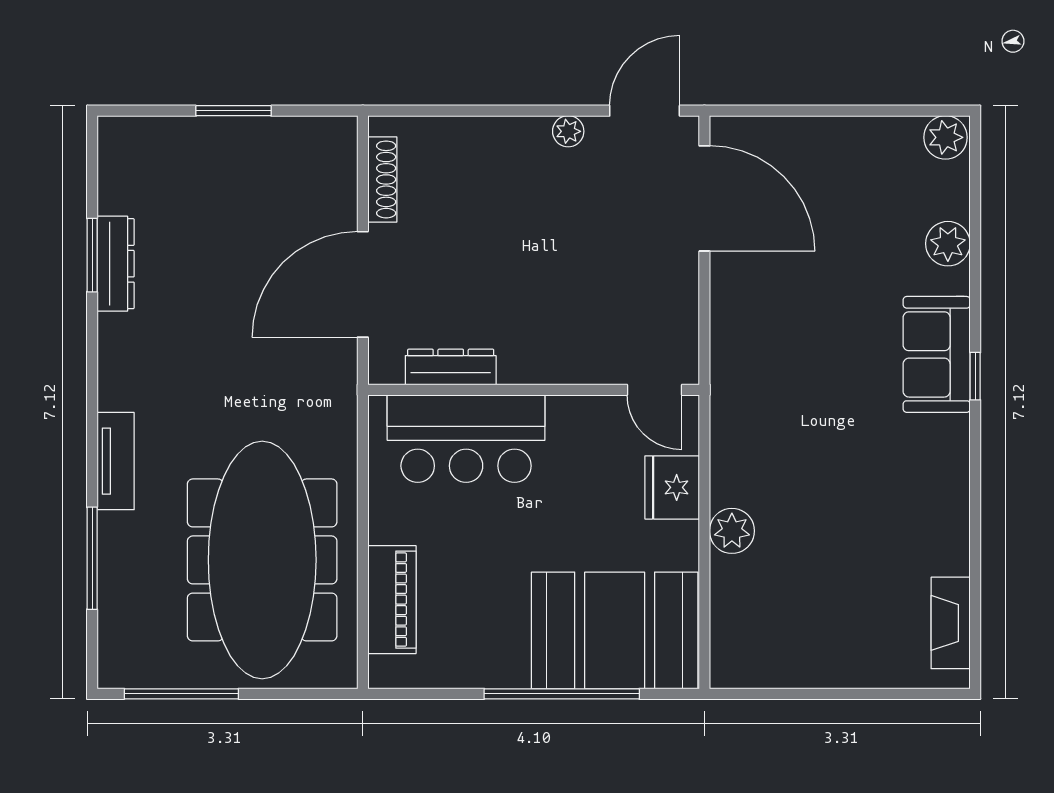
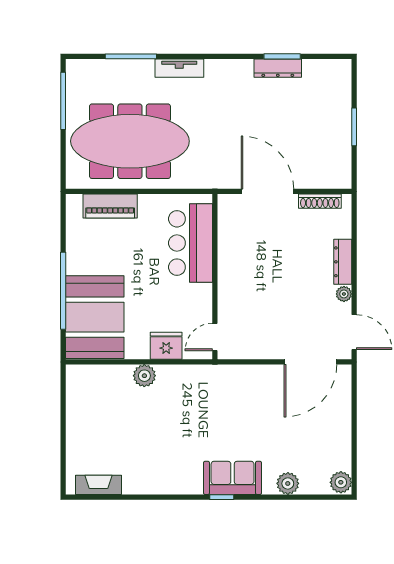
dresser: (451, 367) -> (343, 262), moved, turned 180

